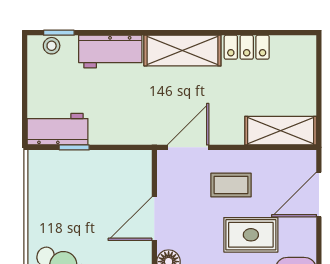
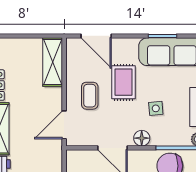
door: (188, 147) -> (64, 125), hinge flipped

